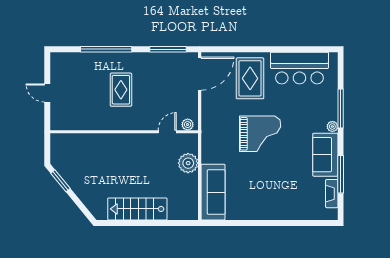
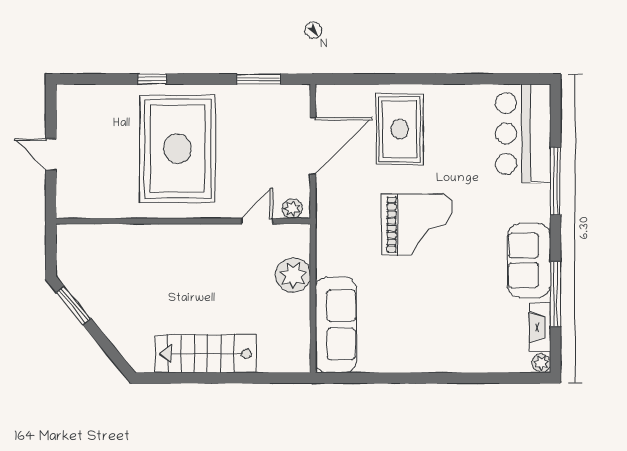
window: (106, 49) -> (152, 79), width x0.32
window: (168, 49) -> (258, 79), width x0.69
bar counter: (299, 68) -> (523, 133), moved, turned 90
door: (200, 74) -> (313, 146), moved
rug: (121, 90) -> (178, 149), width x1.86, depth x2.06
plant: (332, 126) -> (541, 363), moved

